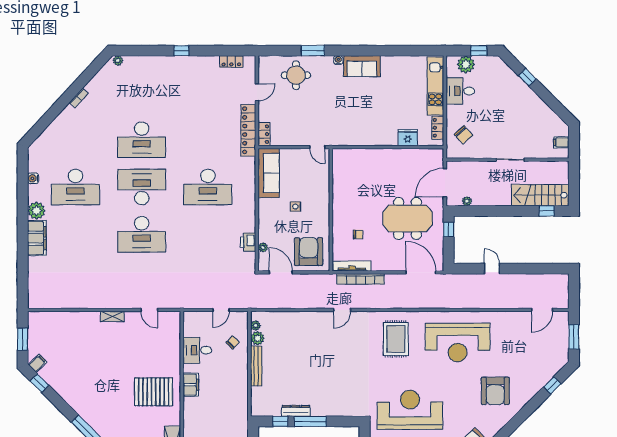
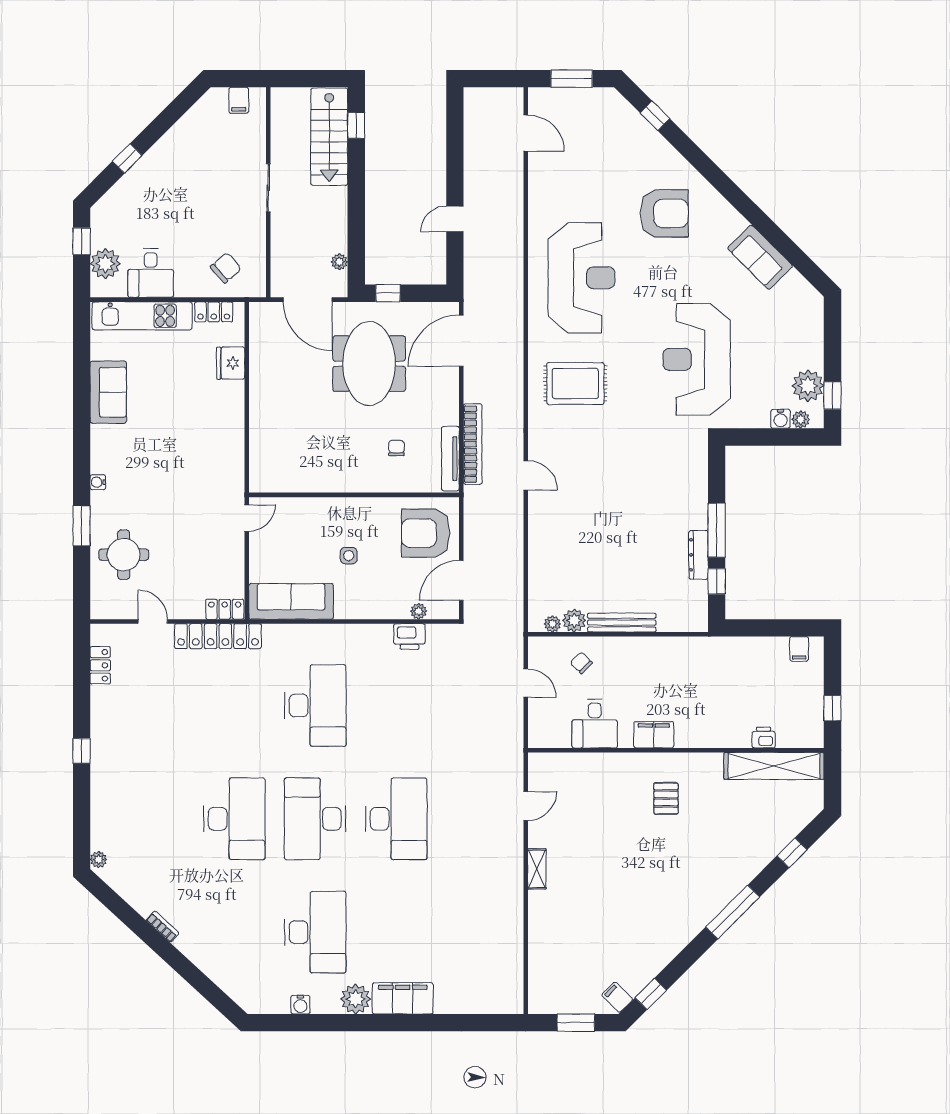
sofa: (362, 66) -> (108, 392), moved
pallet: (154, 392) -> (666, 798), width x0.49, depth x0.50

